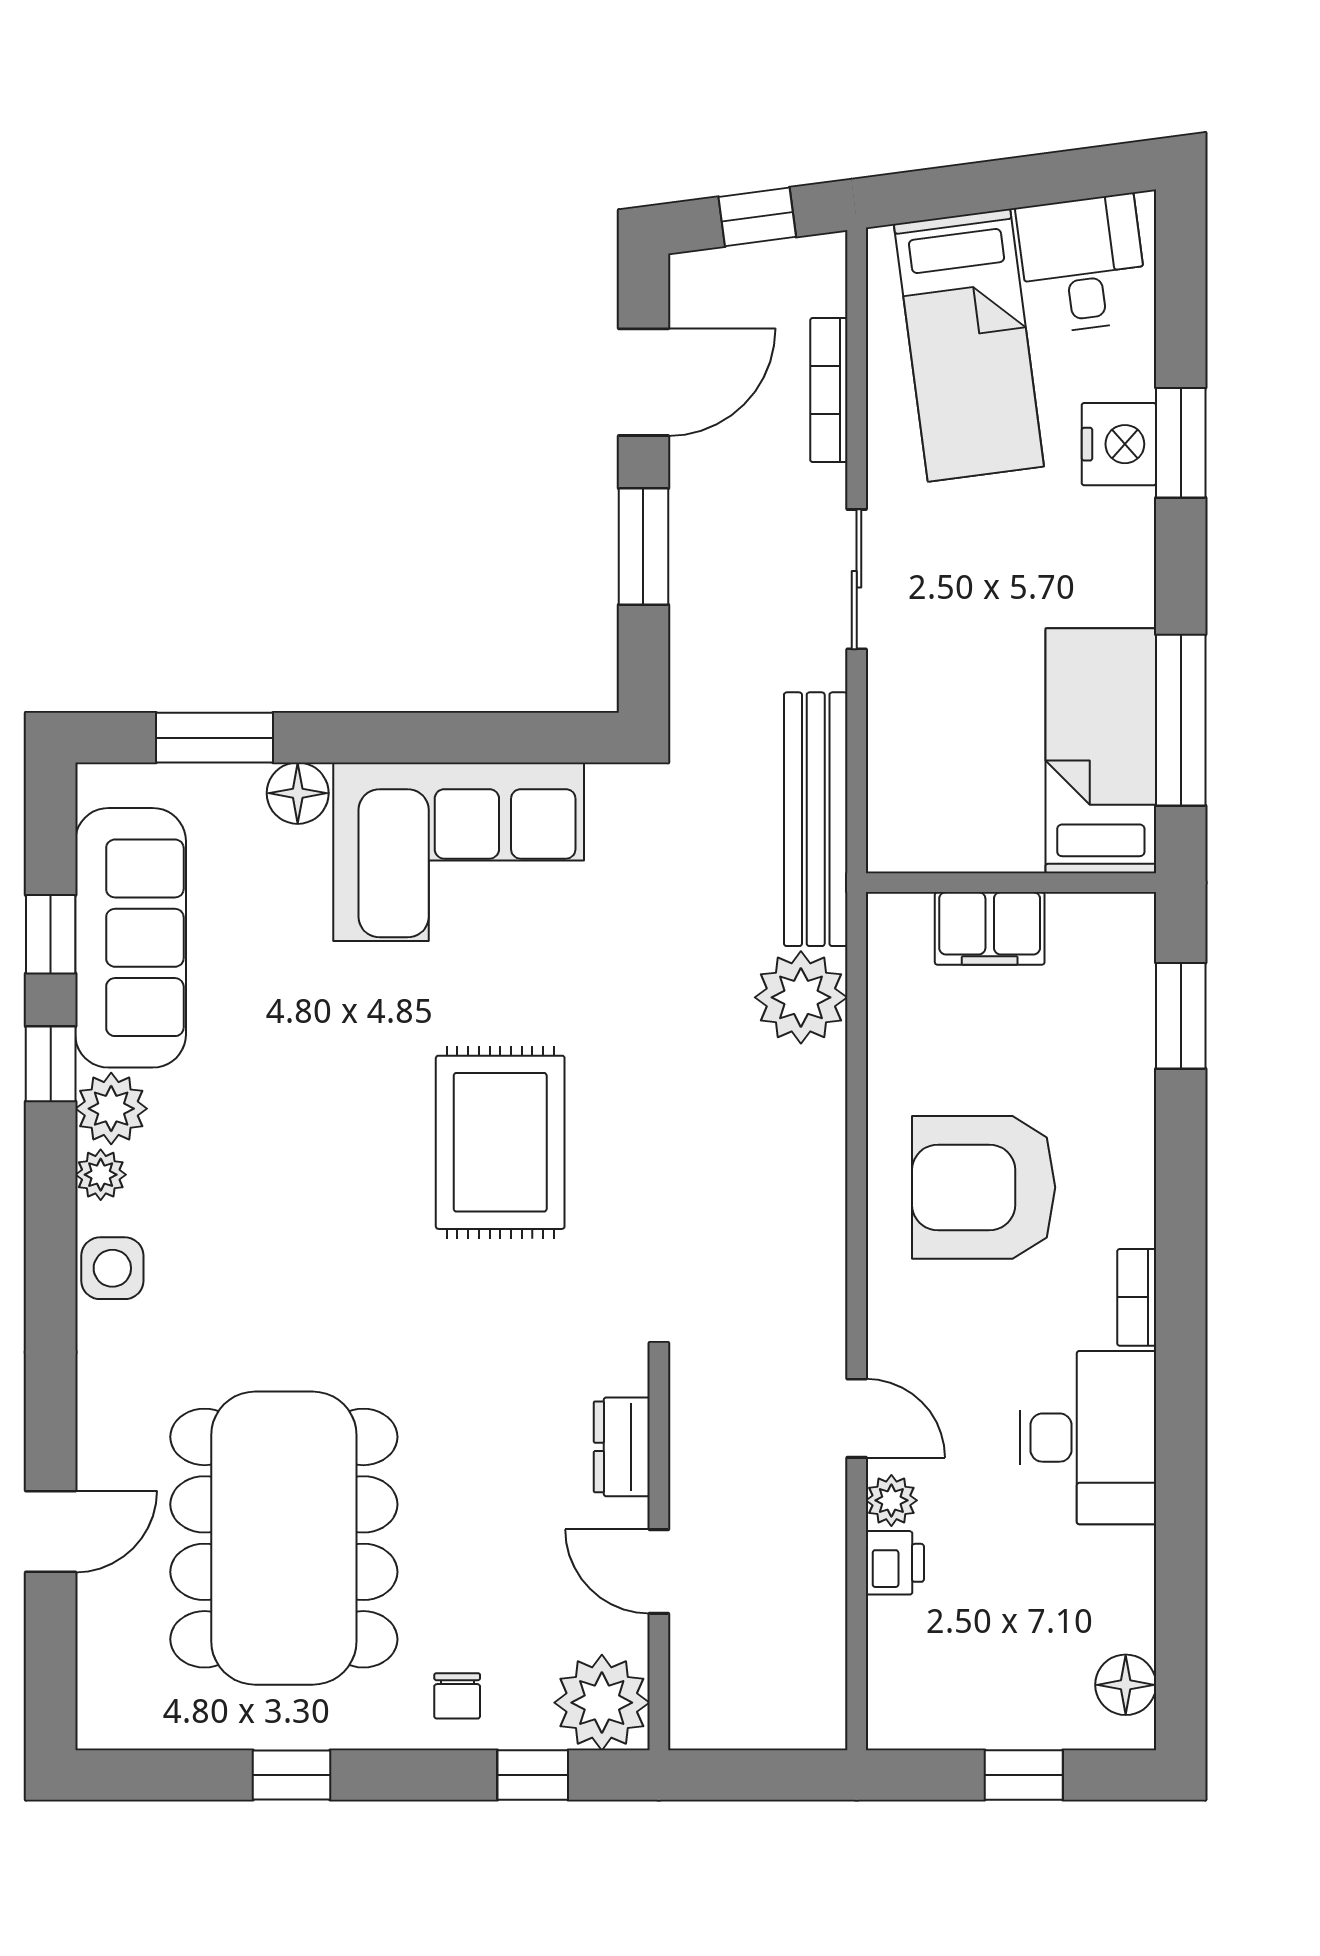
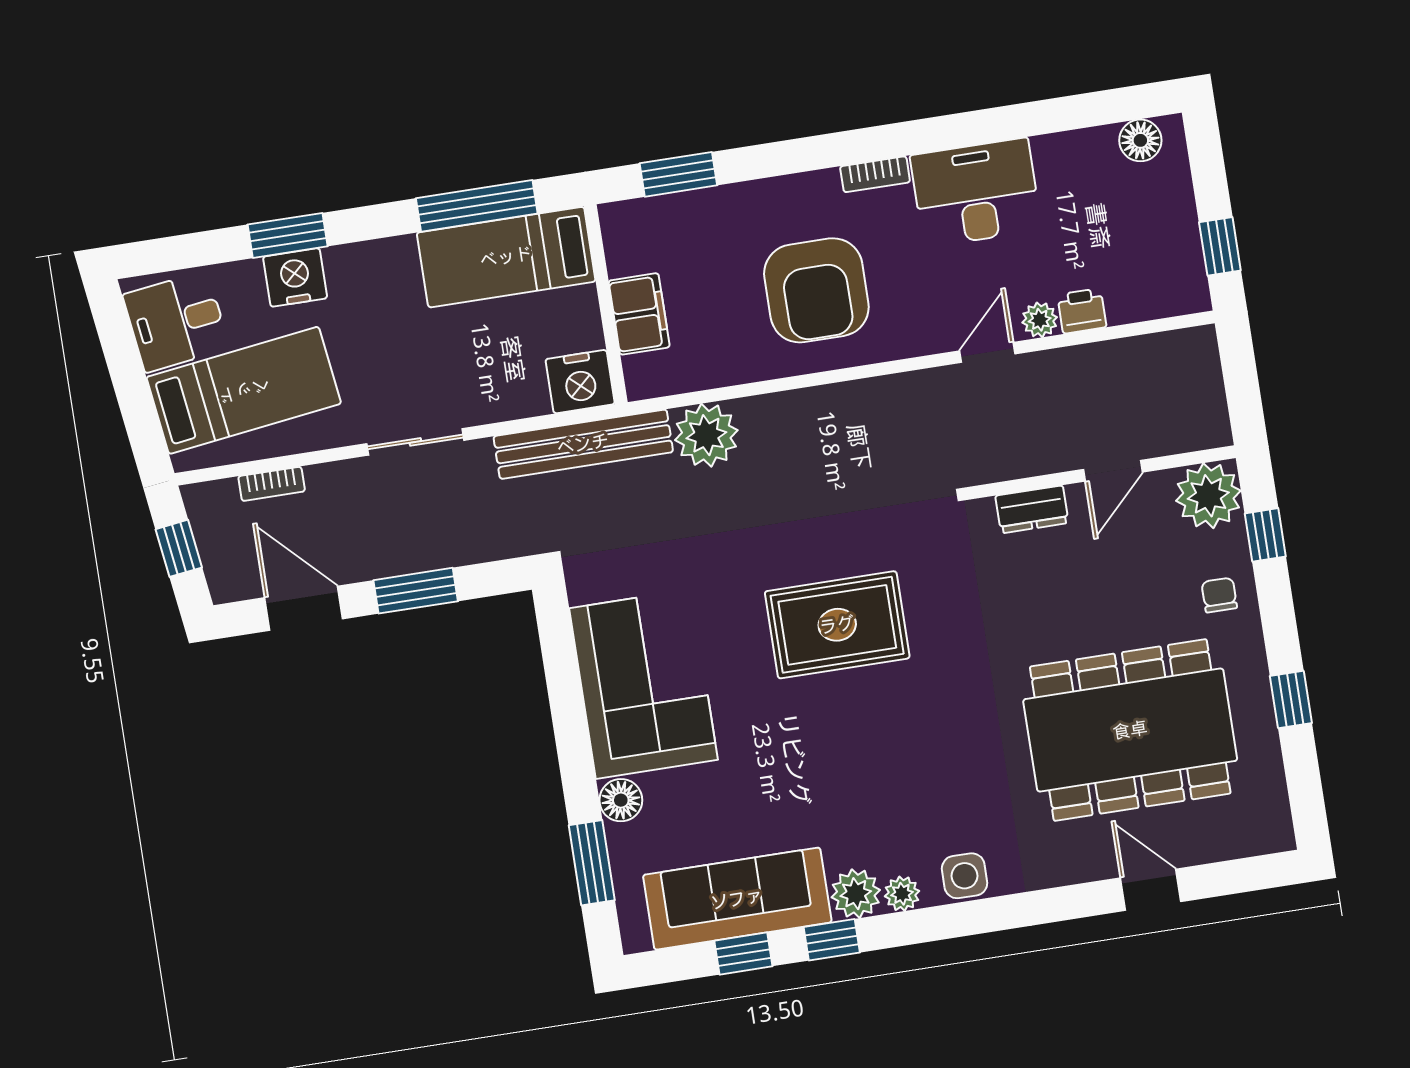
bookcase: (829, 390) -> (272, 484), width x0.64
nightstand: (906, 829) -> (580, 382), added
chair: (457, 1696) -> (1219, 595), turned -90
window: (1024, 1775) -> (1220, 246), moved

